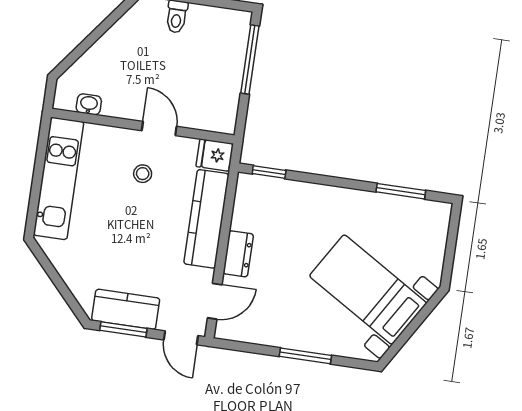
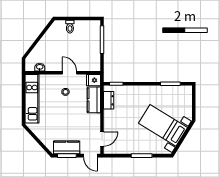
kitchen counter: (206, 219) -> (94, 100), width x0.67
dresser: (238, 254) -> (109, 100), moved

